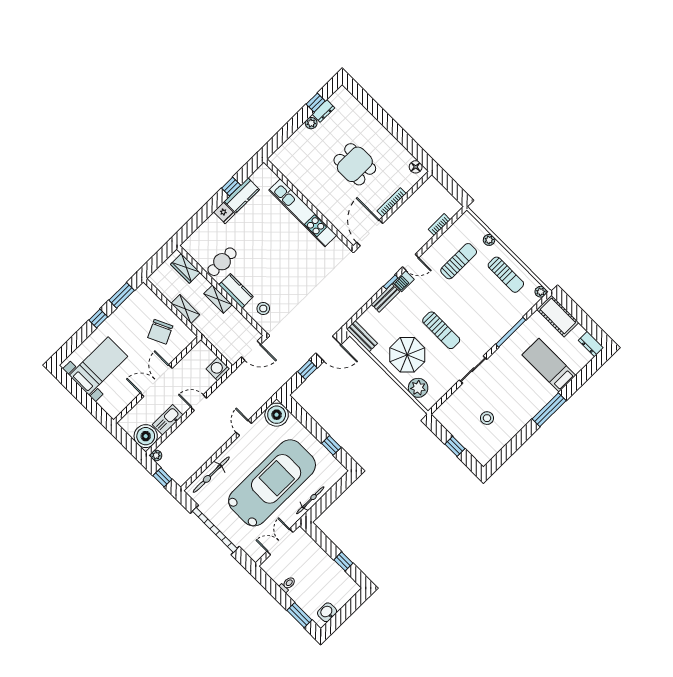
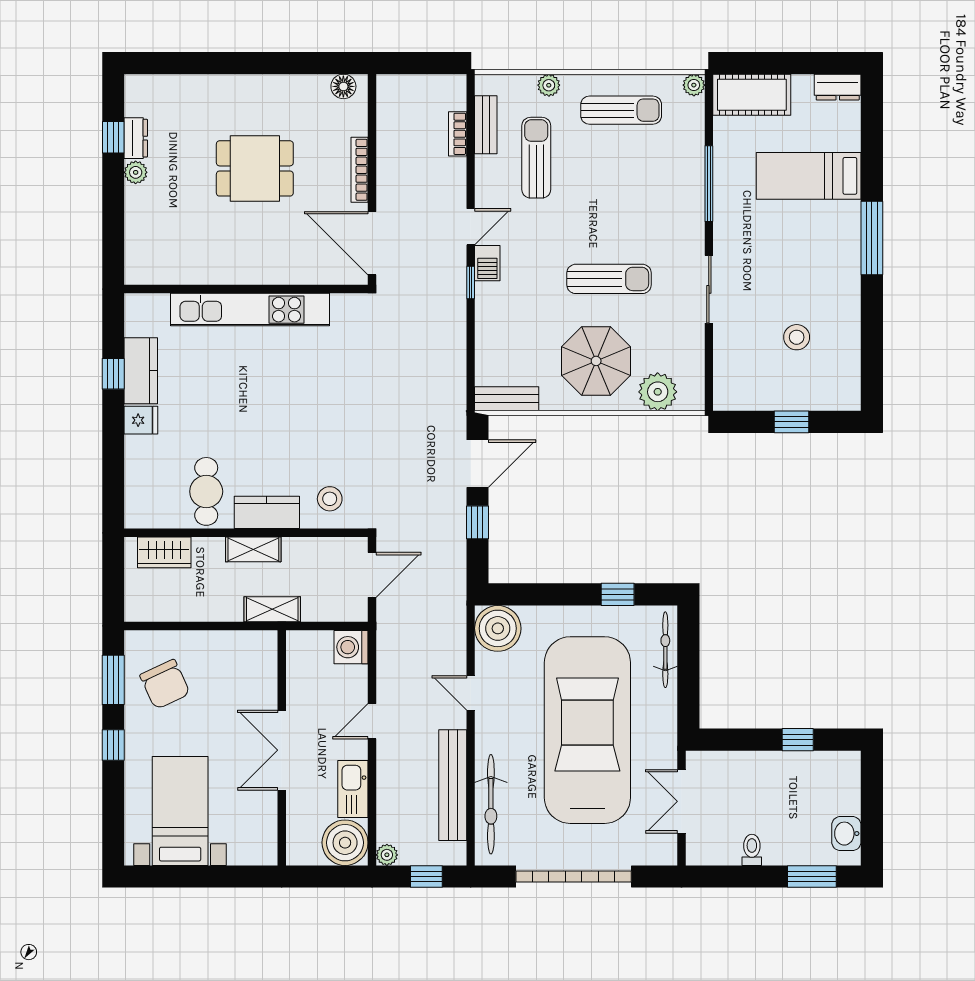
bench: (386, 298) -> (486, 125), moved
shelving: (185, 309) -> (272, 609), moved
chair: (160, 332) -> (165, 684), moved
bench: (204, 454) -> (453, 785), added
bicycle: (310, 500) -> (665, 650), moved

